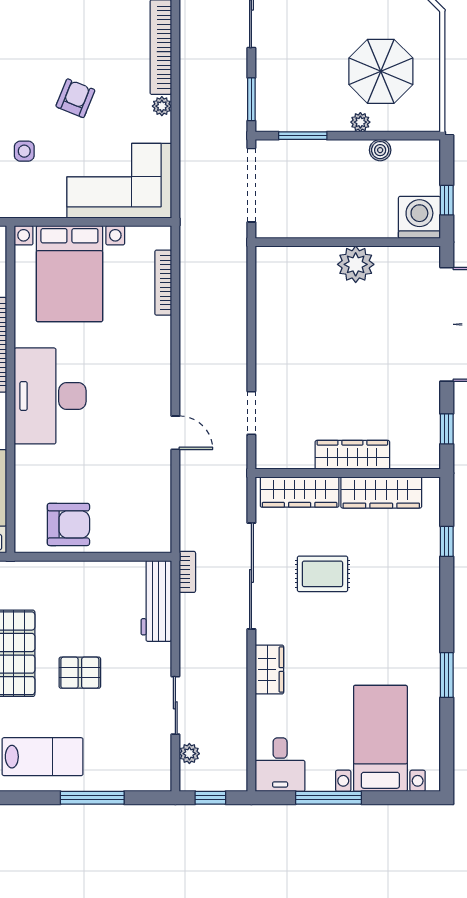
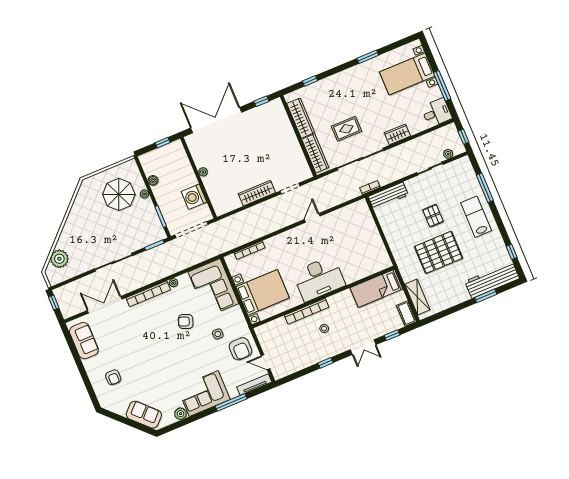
washing machine: (419, 217) -> (194, 197), moved
plant: (356, 264) -> (203, 172), width x0.53, depth x0.53
wardrobe: (352, 455) -> (257, 193), moved, turned 90
armchair: (68, 524) -> (371, 247), removed
rug: (322, 574) -> (346, 129), turned 90

